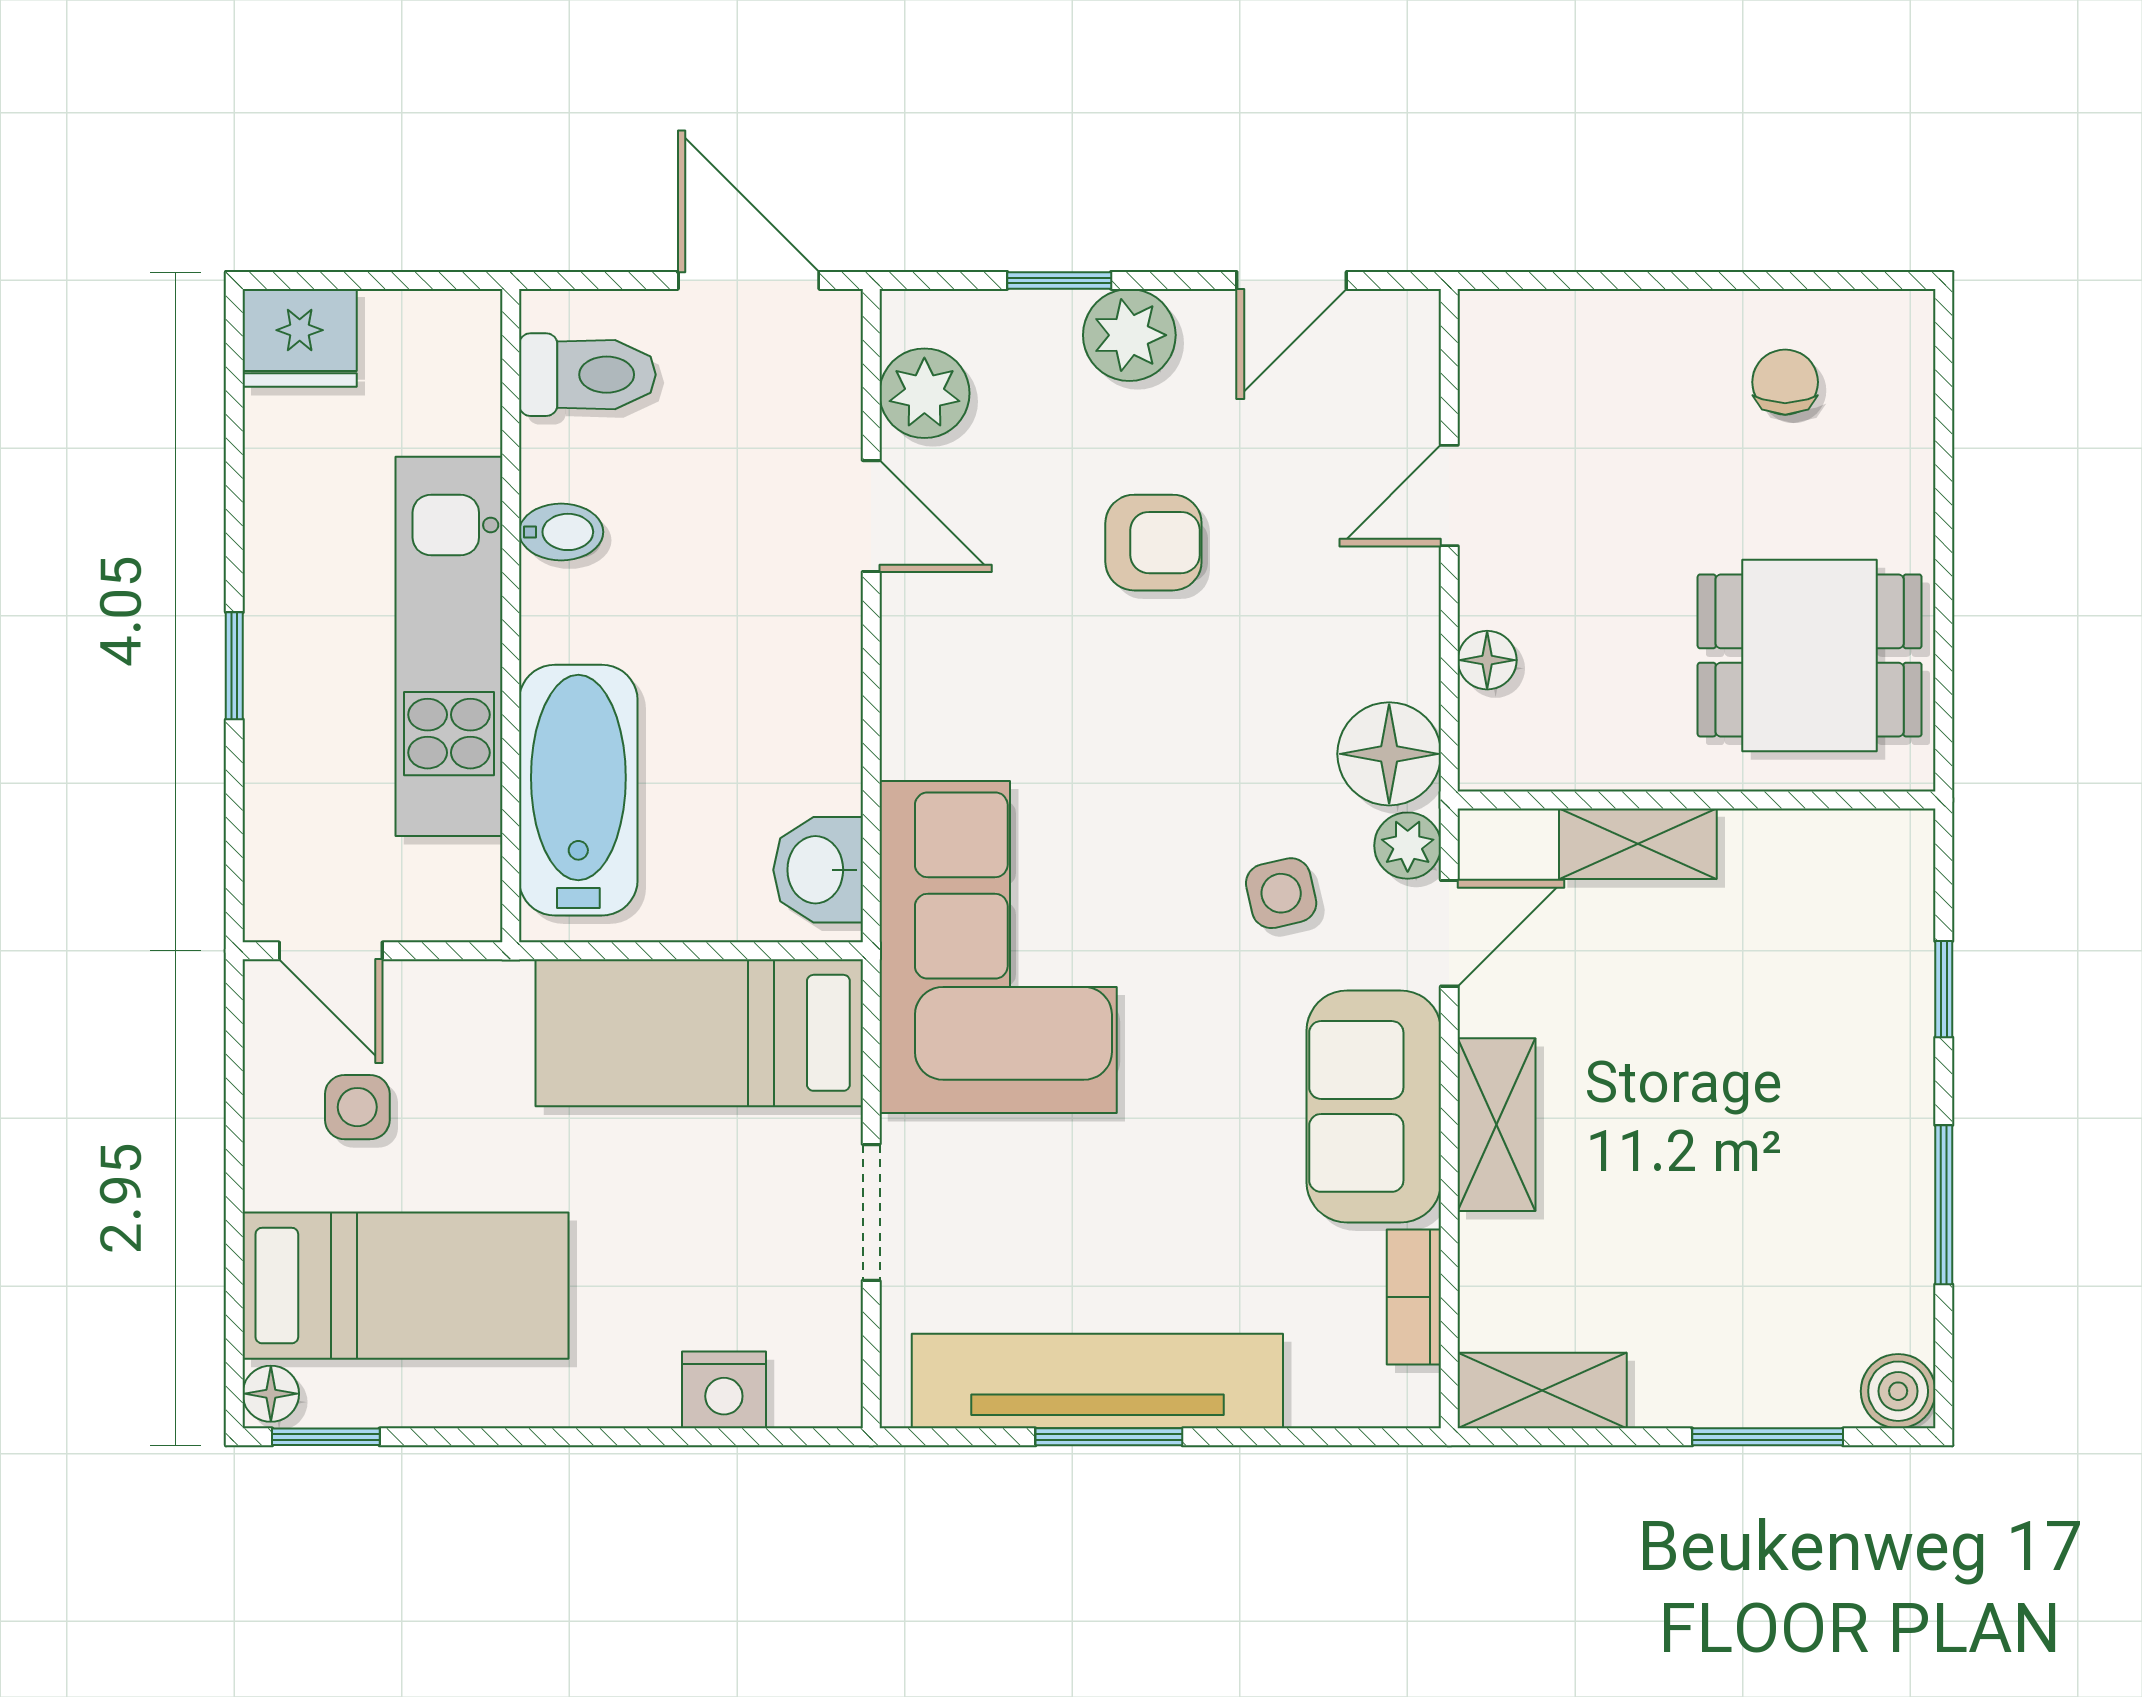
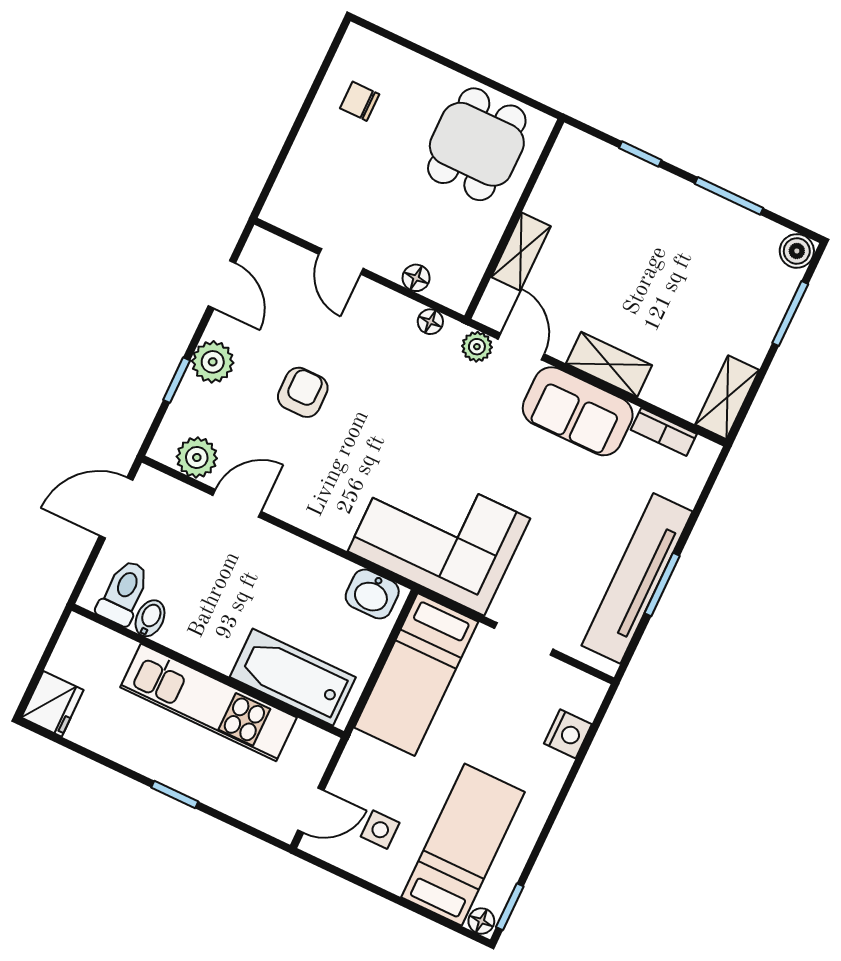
bidet: (561, 532) -> (150, 618), moved
floor lamp: (1389, 754) -> (430, 322), width x0.53, depth x0.53
side table: (1281, 893) -> (472, 408), removed

